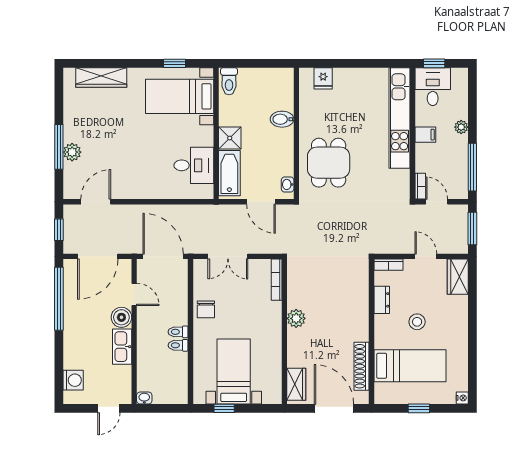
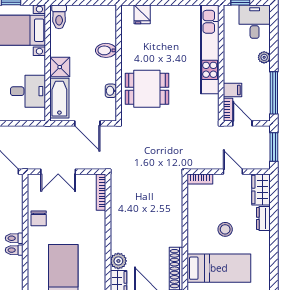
desk: (433, 87) -> (255, 22), moved
filing cabinet: (425, 135) -> (232, 90), moved
dining table: (329, 163) -> (147, 89), turned 90
washbasin: (288, 184) -> (111, 91), moved
dresser: (382, 300) -> (263, 218), moved, turned 180
plant: (296, 318) -> (118, 261), moved

